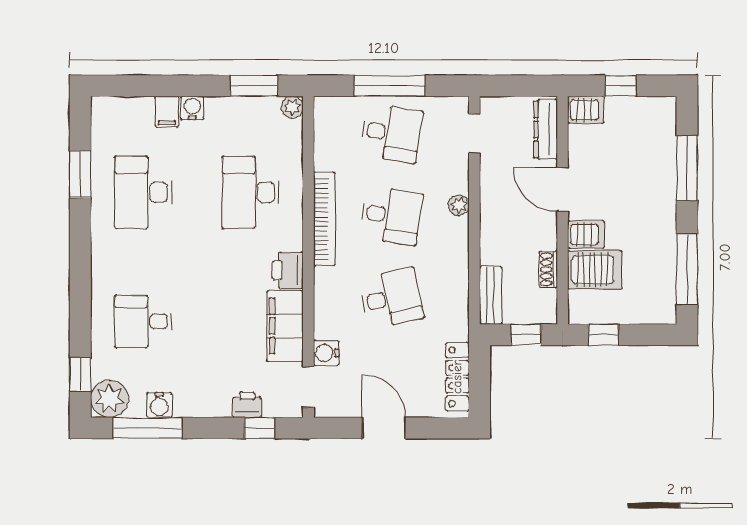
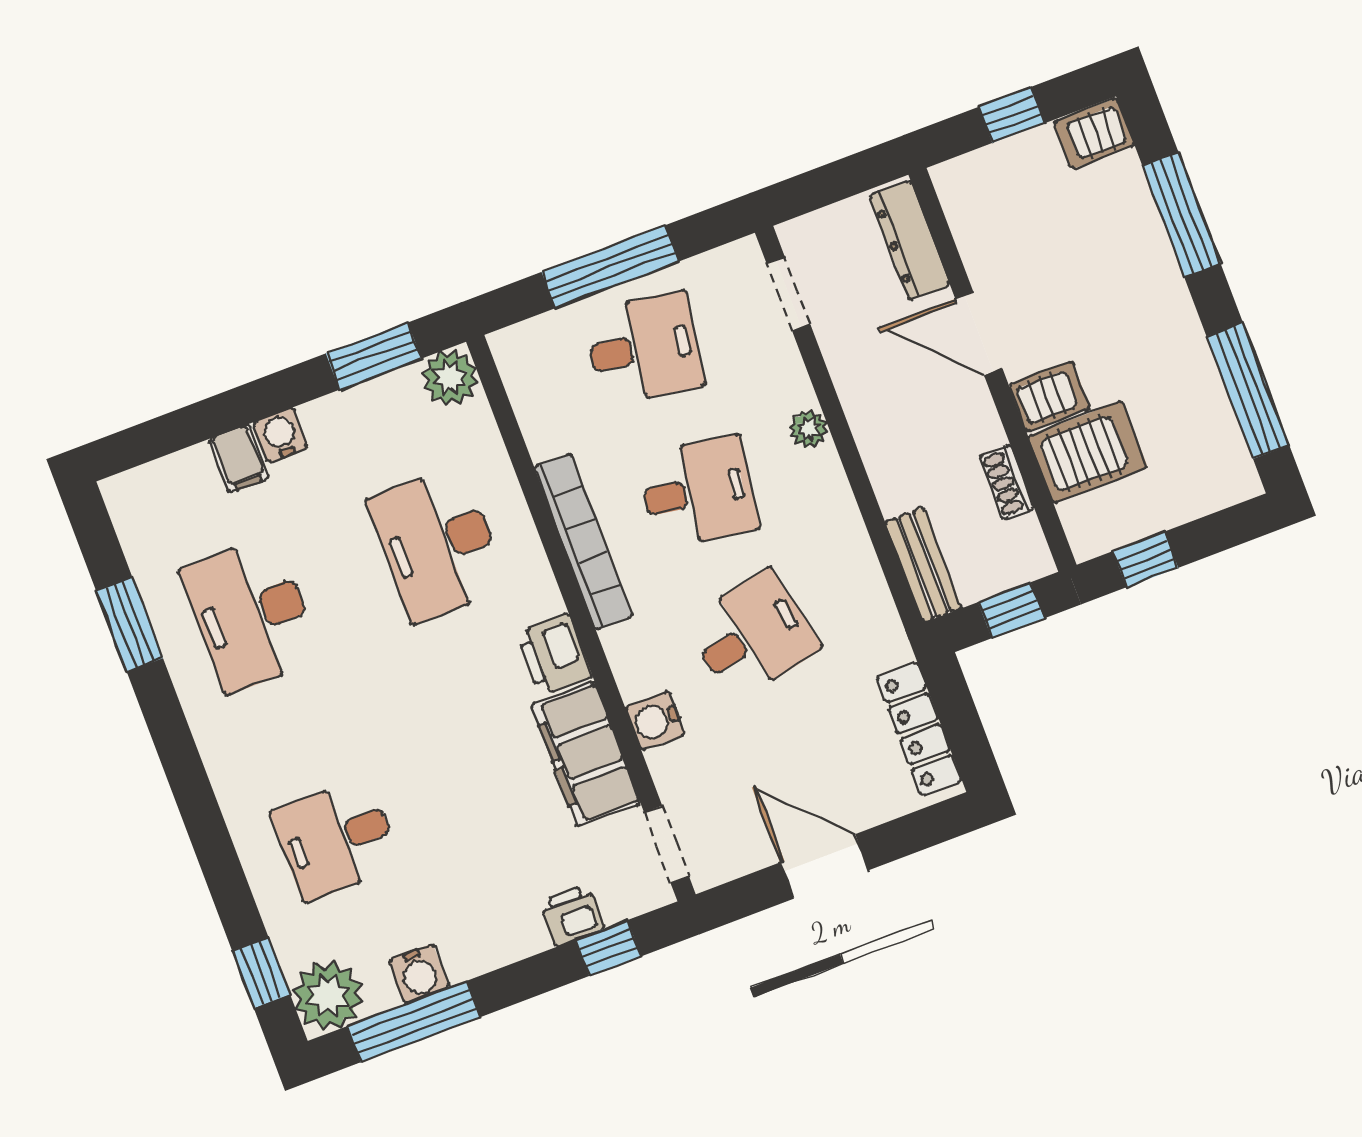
plant: (292, 107) -> (450, 378), width x1.38, depth x1.38
server rack: (586, 110) -> (1094, 134), moved, turned 180
water cooler: (326, 353) -> (655, 721), moved

